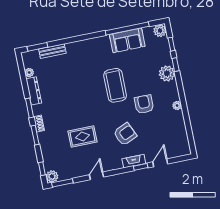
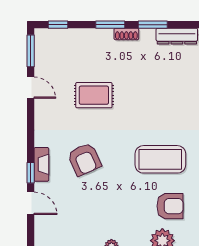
armchair: (144, 104) -> (170, 206), moved
rug: (82, 136) -> (94, 95), turned 90
plant: (52, 176) -> (43, 37), removed
door: (96, 176) -> (31, 88), moved

